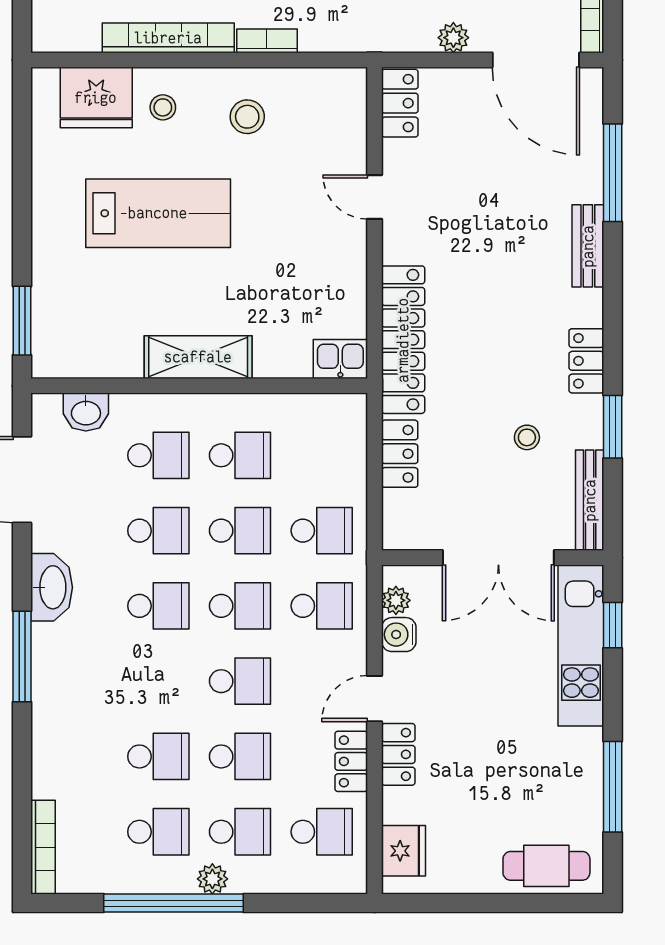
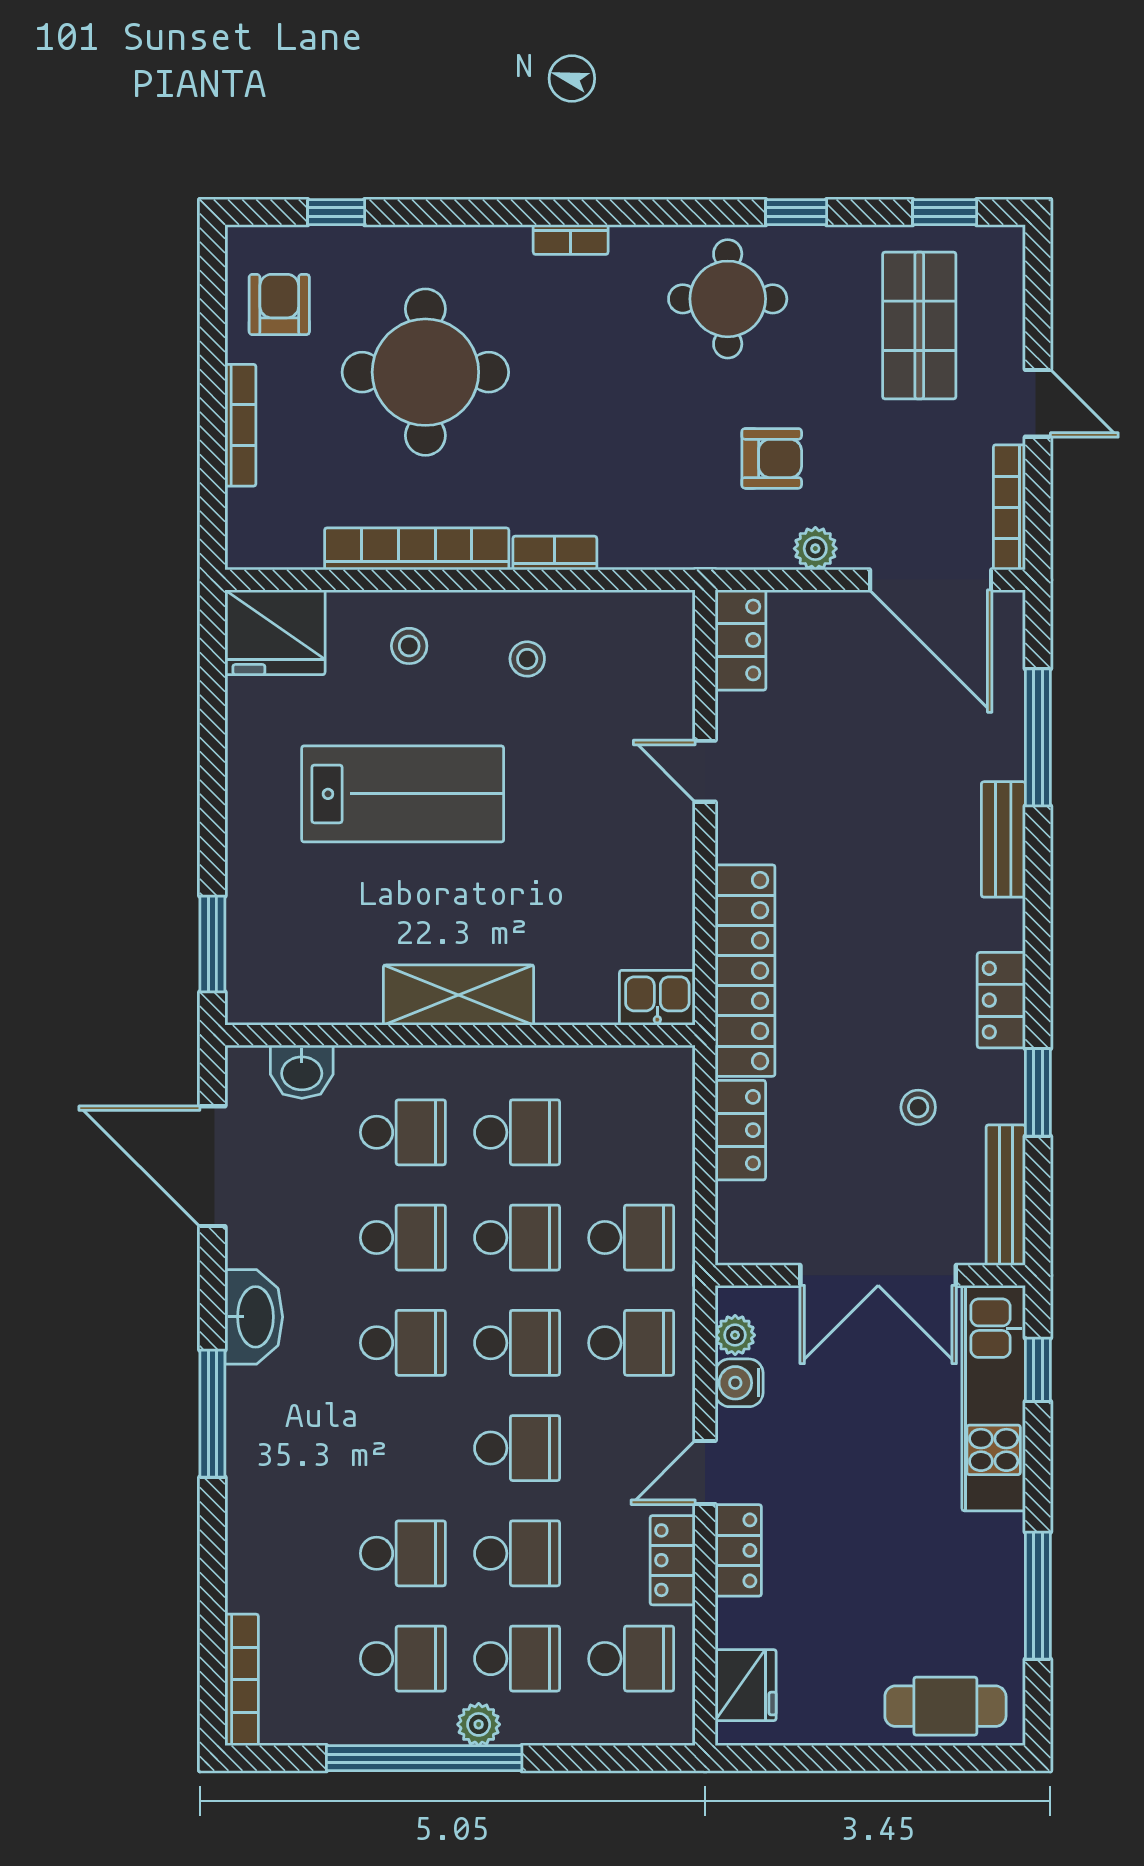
fridge: (96, 98) -> (275, 632), moved
stool: (247, 117) -> (527, 659), width x0.73, depth x0.73

